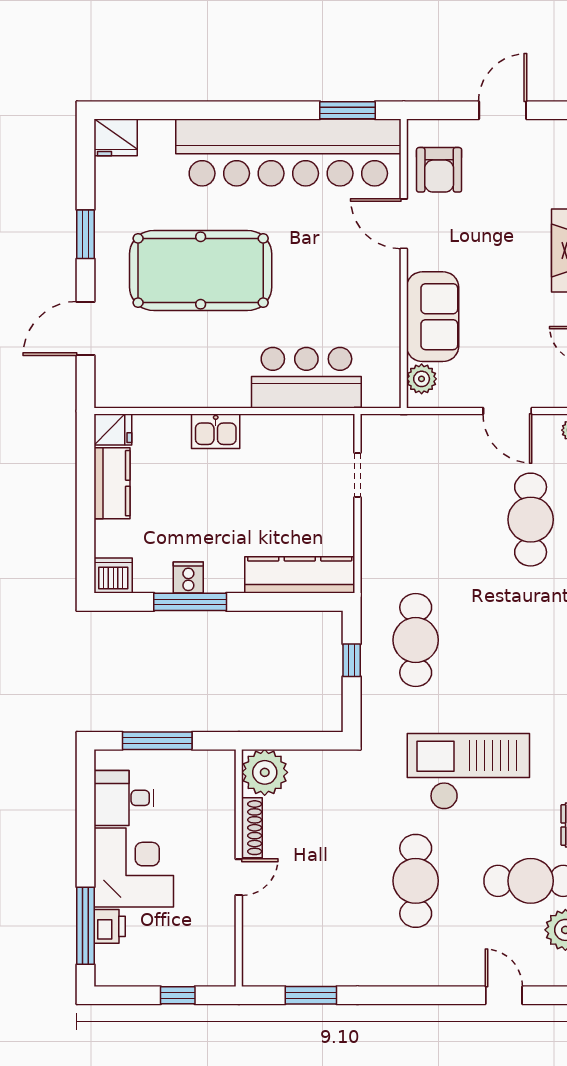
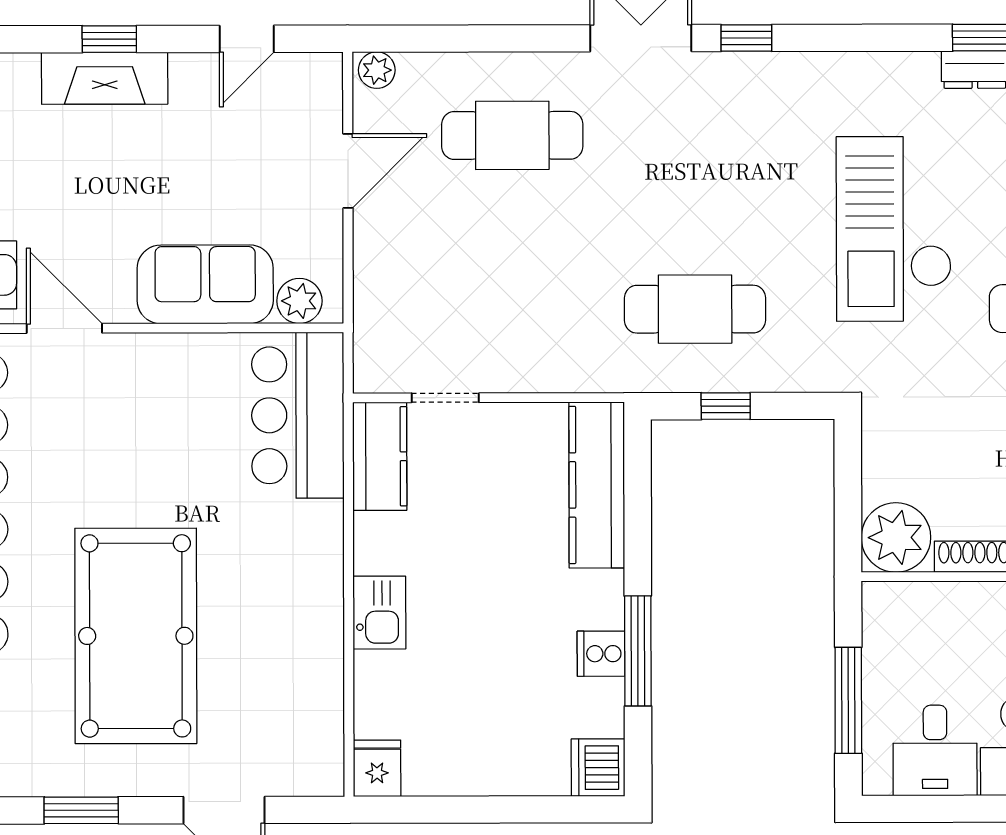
door: (404, 224) -> (64, 328), swing flipped
bar counter: (306, 378) -> (298, 415), moved
kitchen counter: (112, 483) -> (380, 456), moved, turned 90

